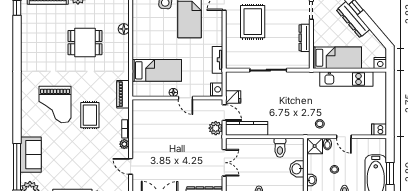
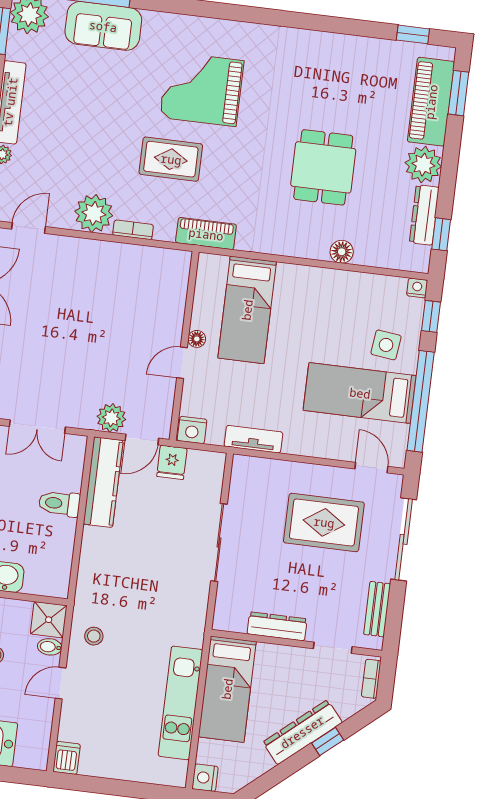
plant: (124, 144) -> (94, 213), width x1.87, depth x1.87
toilet: (280, 148) -> (59, 503), moved
door: (131, 166) -> (28, 228), moved

